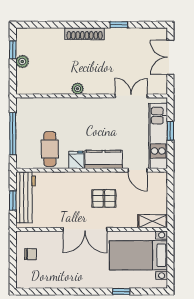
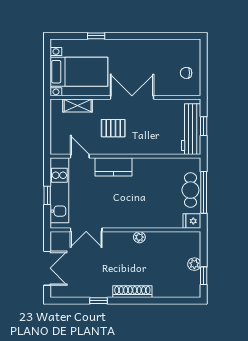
cafe table: (50, 149) -> (190, 190), moved
fridge: (76, 160) -> (192, 221), moved, turned 90
shelving: (153, 221) -> (78, 106), moved

